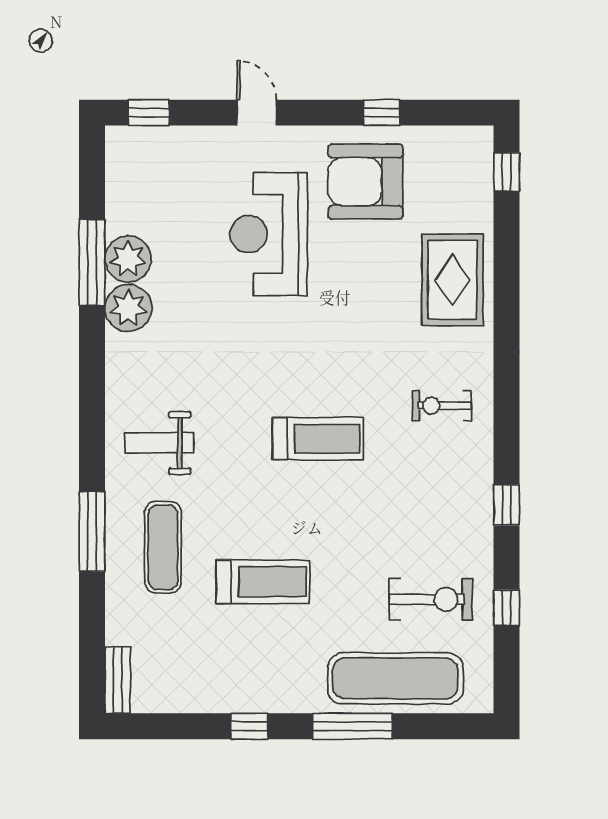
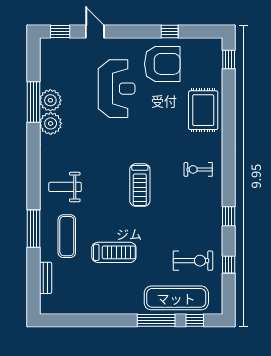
door: (257, 113) -> (95, 31), moved
armchair: (365, 182) -> (162, 64), turned 180
reception desk: (269, 234) -> (117, 89), turned 180
treadmill: (318, 439) -> (140, 185), turned 90
bench: (118, 680) -> (46, 278), moved
window: (249, 726) -> (195, 320), moved

